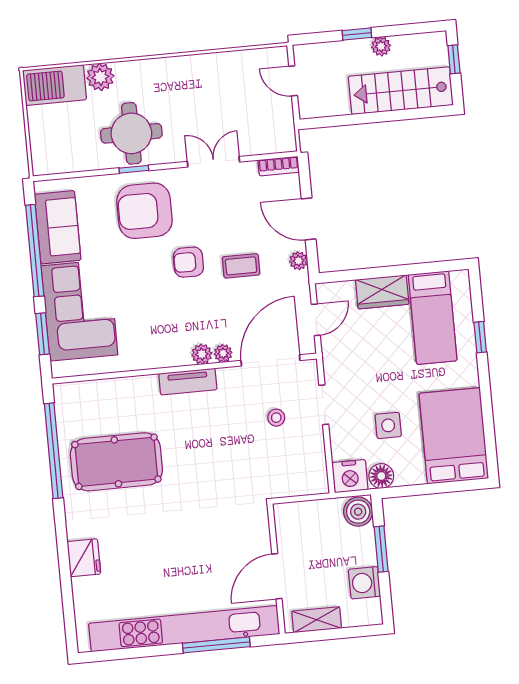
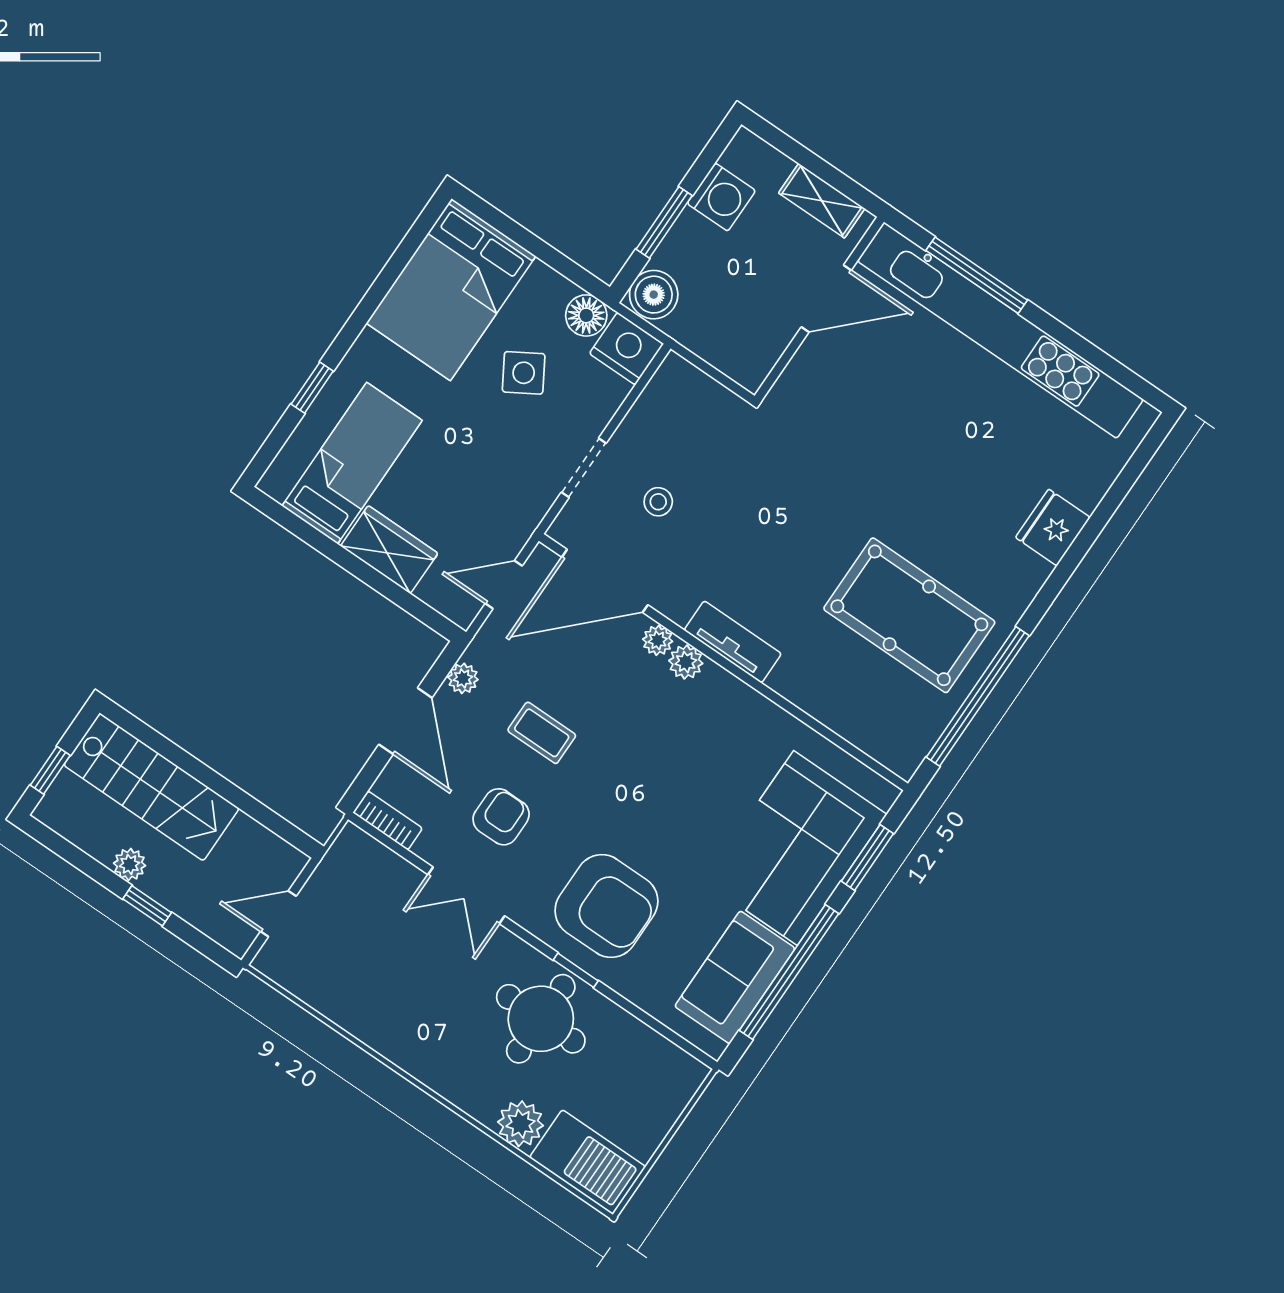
door: (293, 81) -> (278, 914), swing flipped
armchair: (188, 262) -> (501, 817), moved, turned -90
side table: (388, 425) -> (524, 373), turned -31

